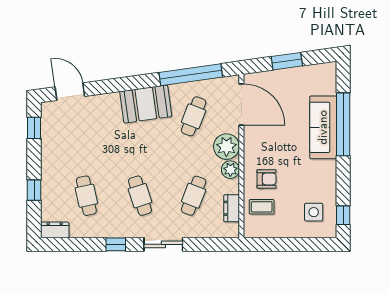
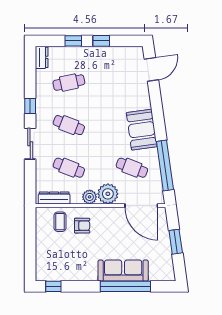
door: (241, 104) -> (141, 206), hinge flipped
window: (34, 128) -> (101, 41), moved
armchair: (266, 179) -> (82, 226), turned -90
cafe table: (140, 196) -> (69, 125), turned 39
dresser: (232, 208) -> (54, 198), width x1.44
side table: (314, 212) -> (56, 263), removed

